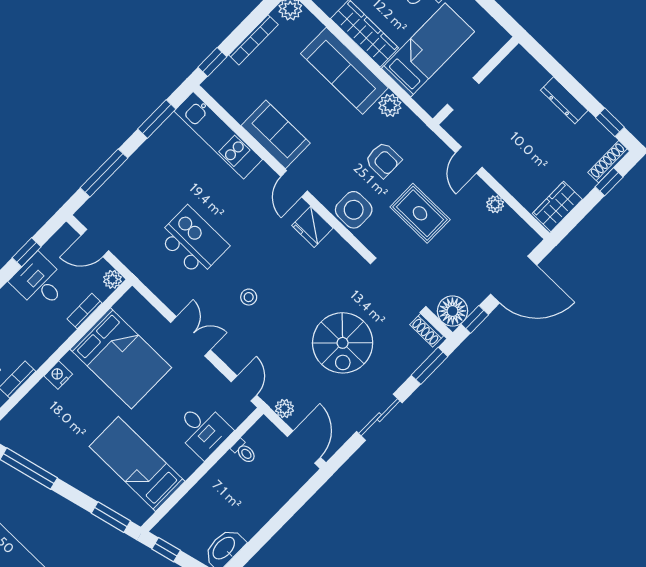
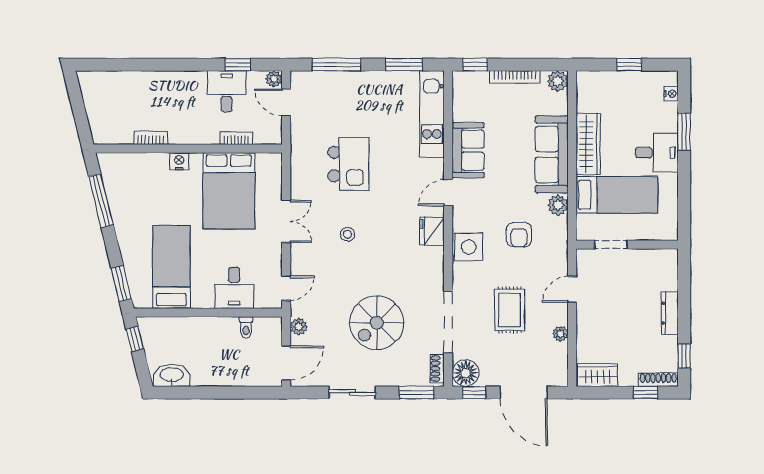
rug: (420, 213) -> (510, 310), moved
plant: (112, 279) -> (274, 79), moved

